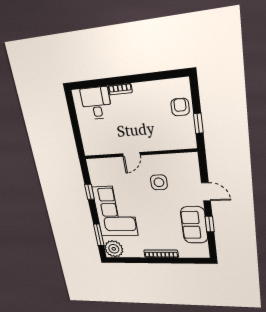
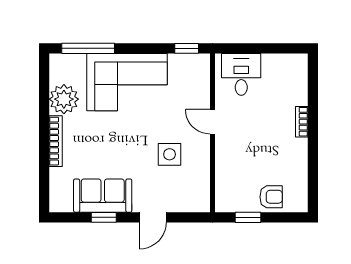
desk: (96, 103) -> (241, 74), moved, turned -90
window: (89, 192) -> (187, 48), moved
window: (99, 235) -> (88, 48), width x1.44
plant: (114, 249) -> (64, 99), moved

